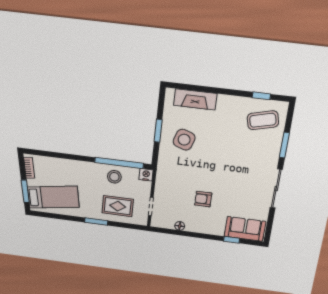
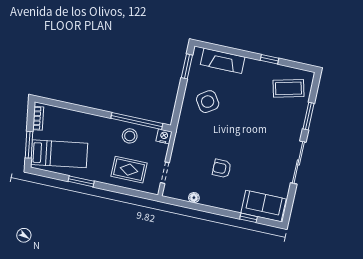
window: (261, 96) -> (270, 59), moved
window: (158, 131) -> (187, 66), moved
side table: (184, 140) -> (208, 102), turned 37
window: (96, 222) -> (81, 181), moved

